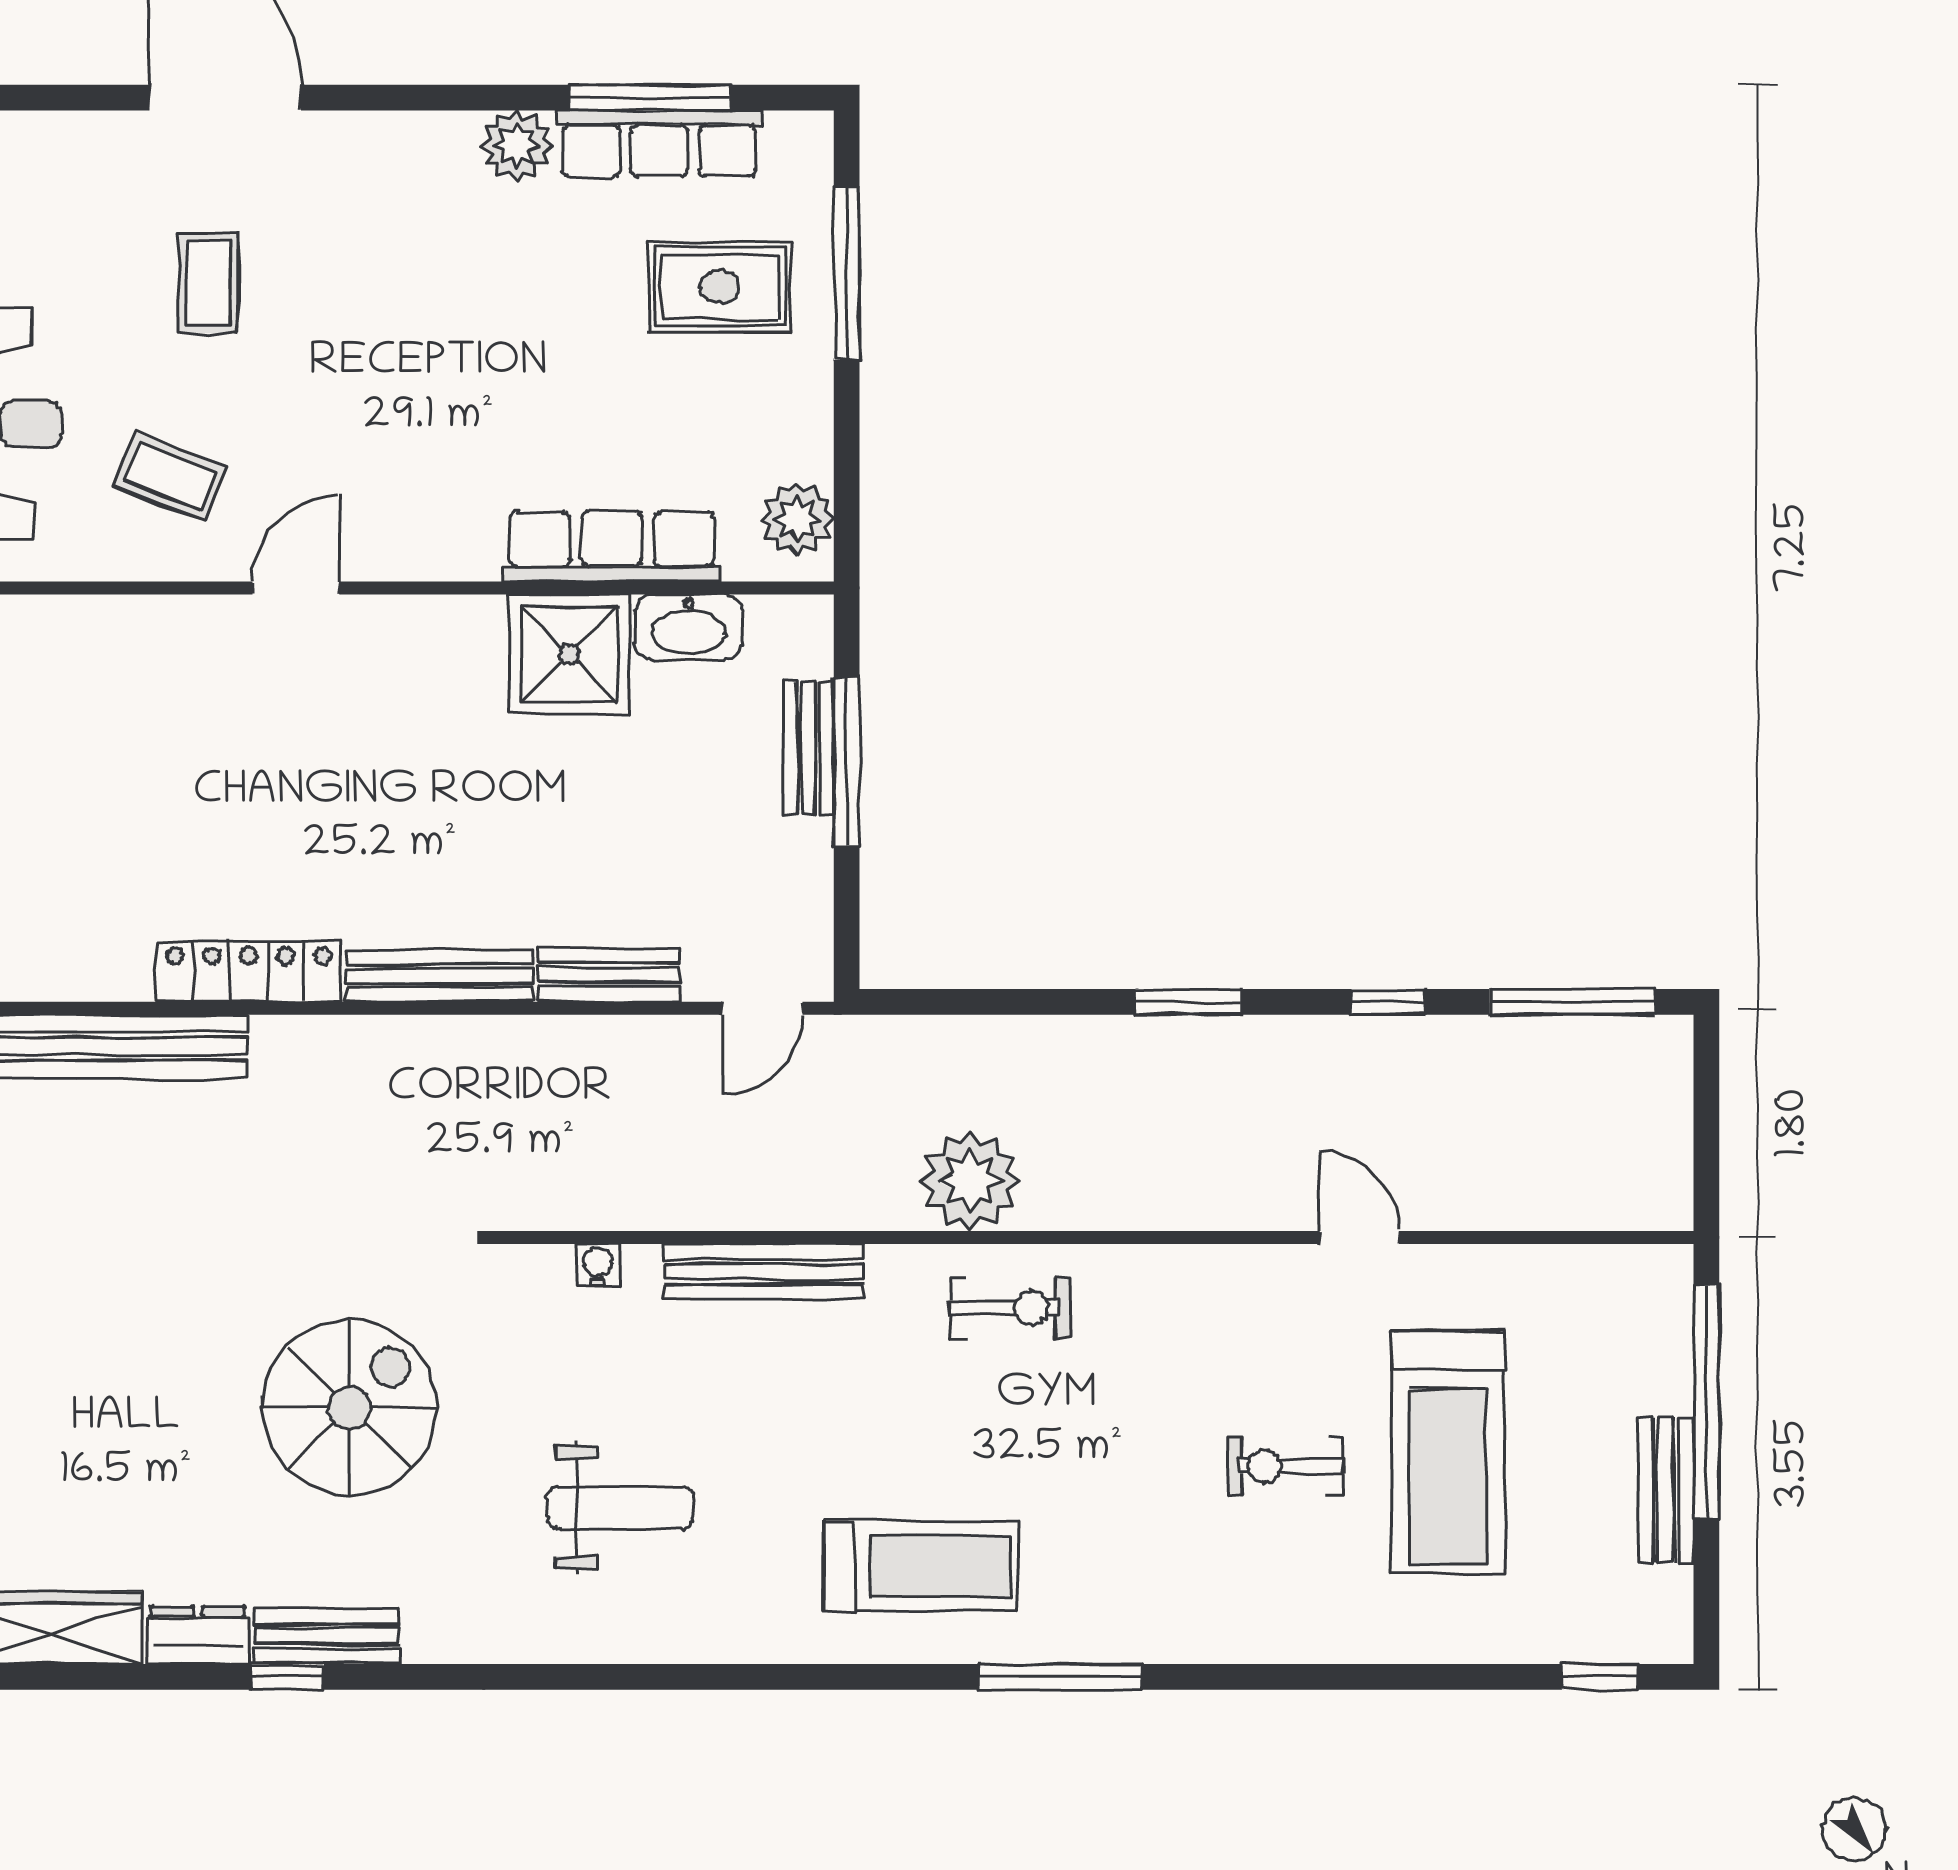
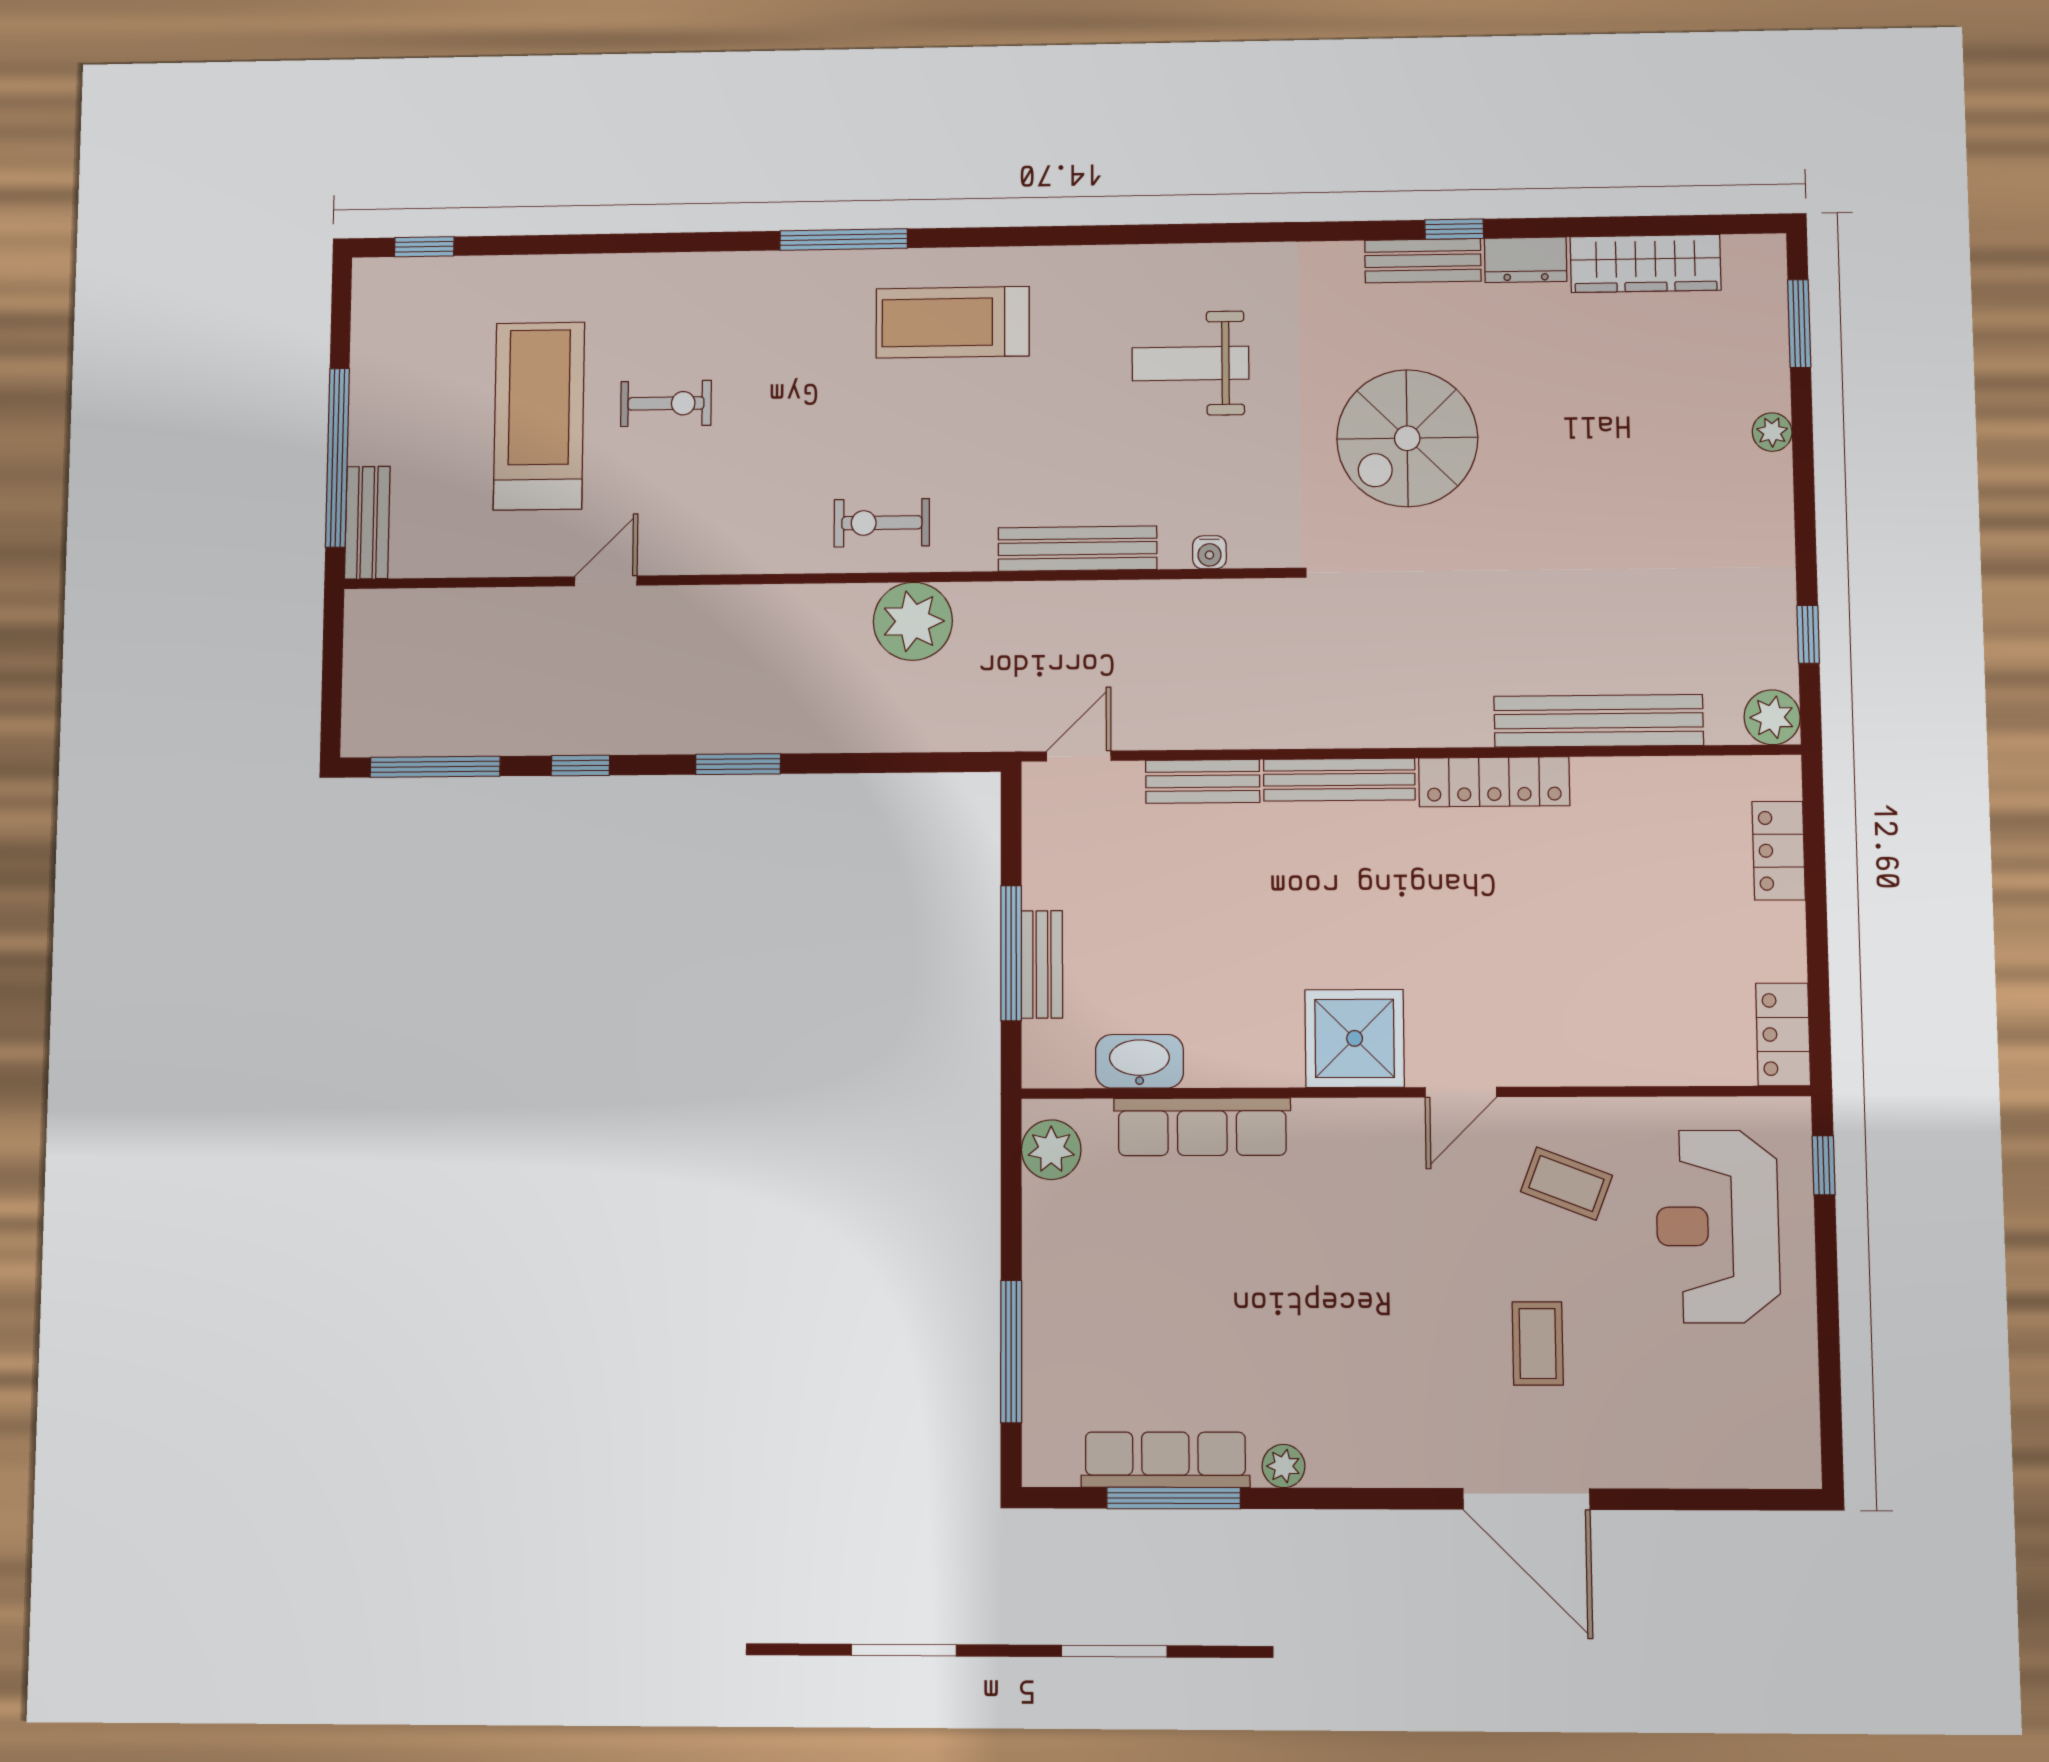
plant: (517, 146) -> (1284, 1466), width x0.73, depth x0.73
rug: (720, 287) -> (1115, 1341), removed
shower: (569, 654) -> (1355, 1038), moved
door: (1359, 1237) -> (606, 581), swing flipped
bench: (1666, 1490) -> (367, 523), moved

